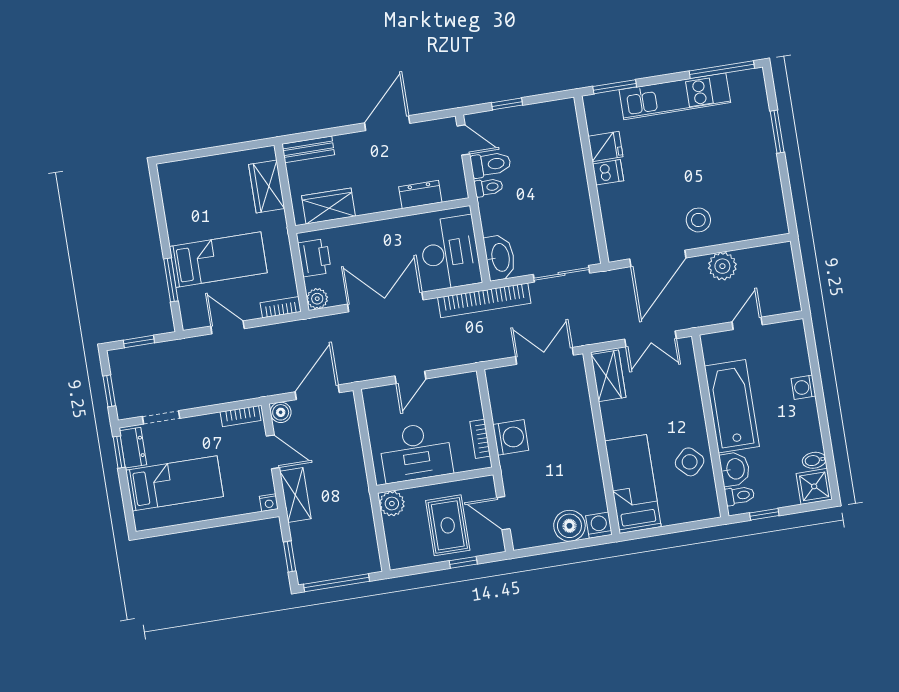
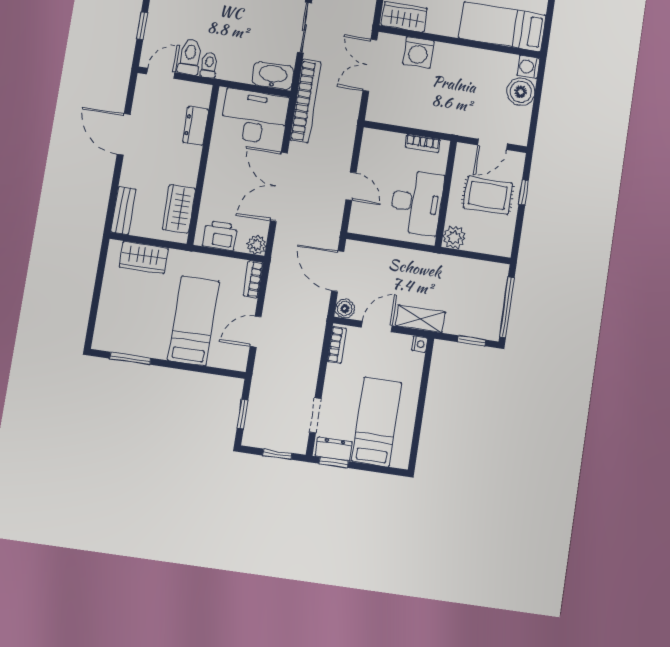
window: (171, 280) -> (130, 358), moved
washing machine: (511, 437) -> (418, 52), moved, turned 180

